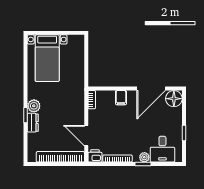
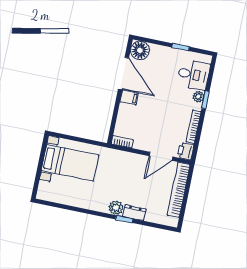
bed with nightstands: (47, 58) -> (70, 163), moved
filing cabinet: (121, 98) -> (129, 97), moved

